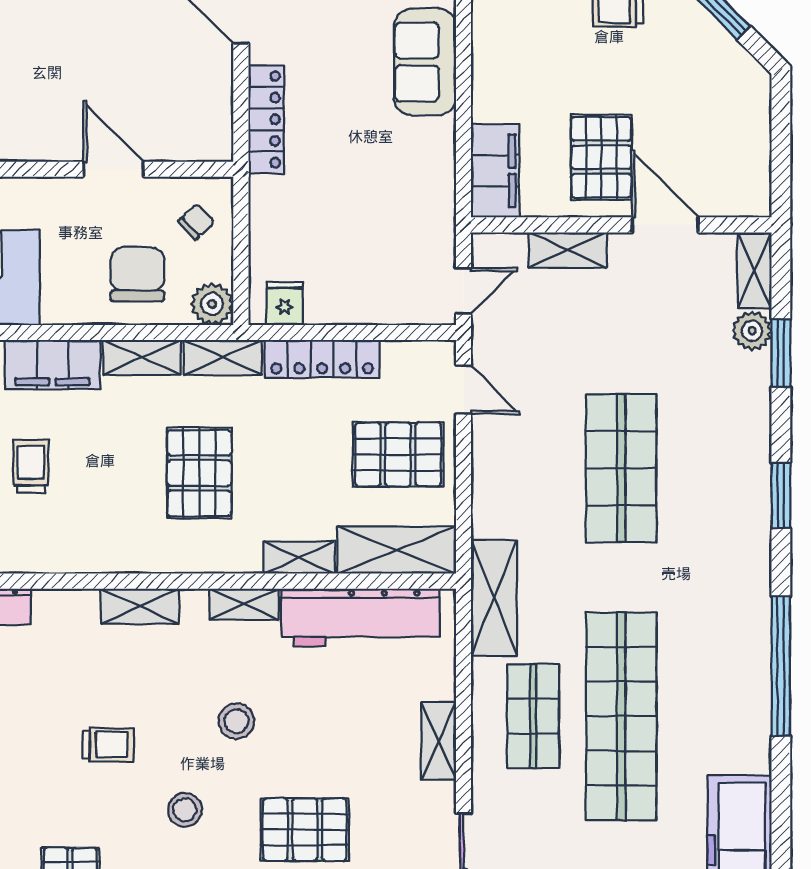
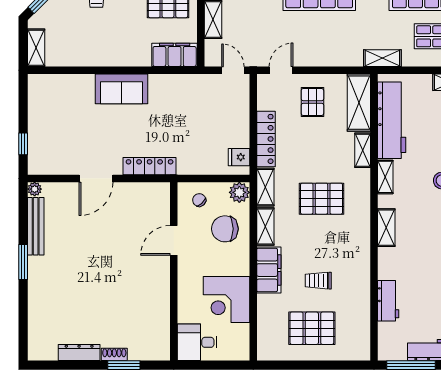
pallet: (398, 454) -> (312, 102), width x0.67, depth x0.71
shelving: (494, 598) -> (382, 58), width x0.67, depth x0.75

